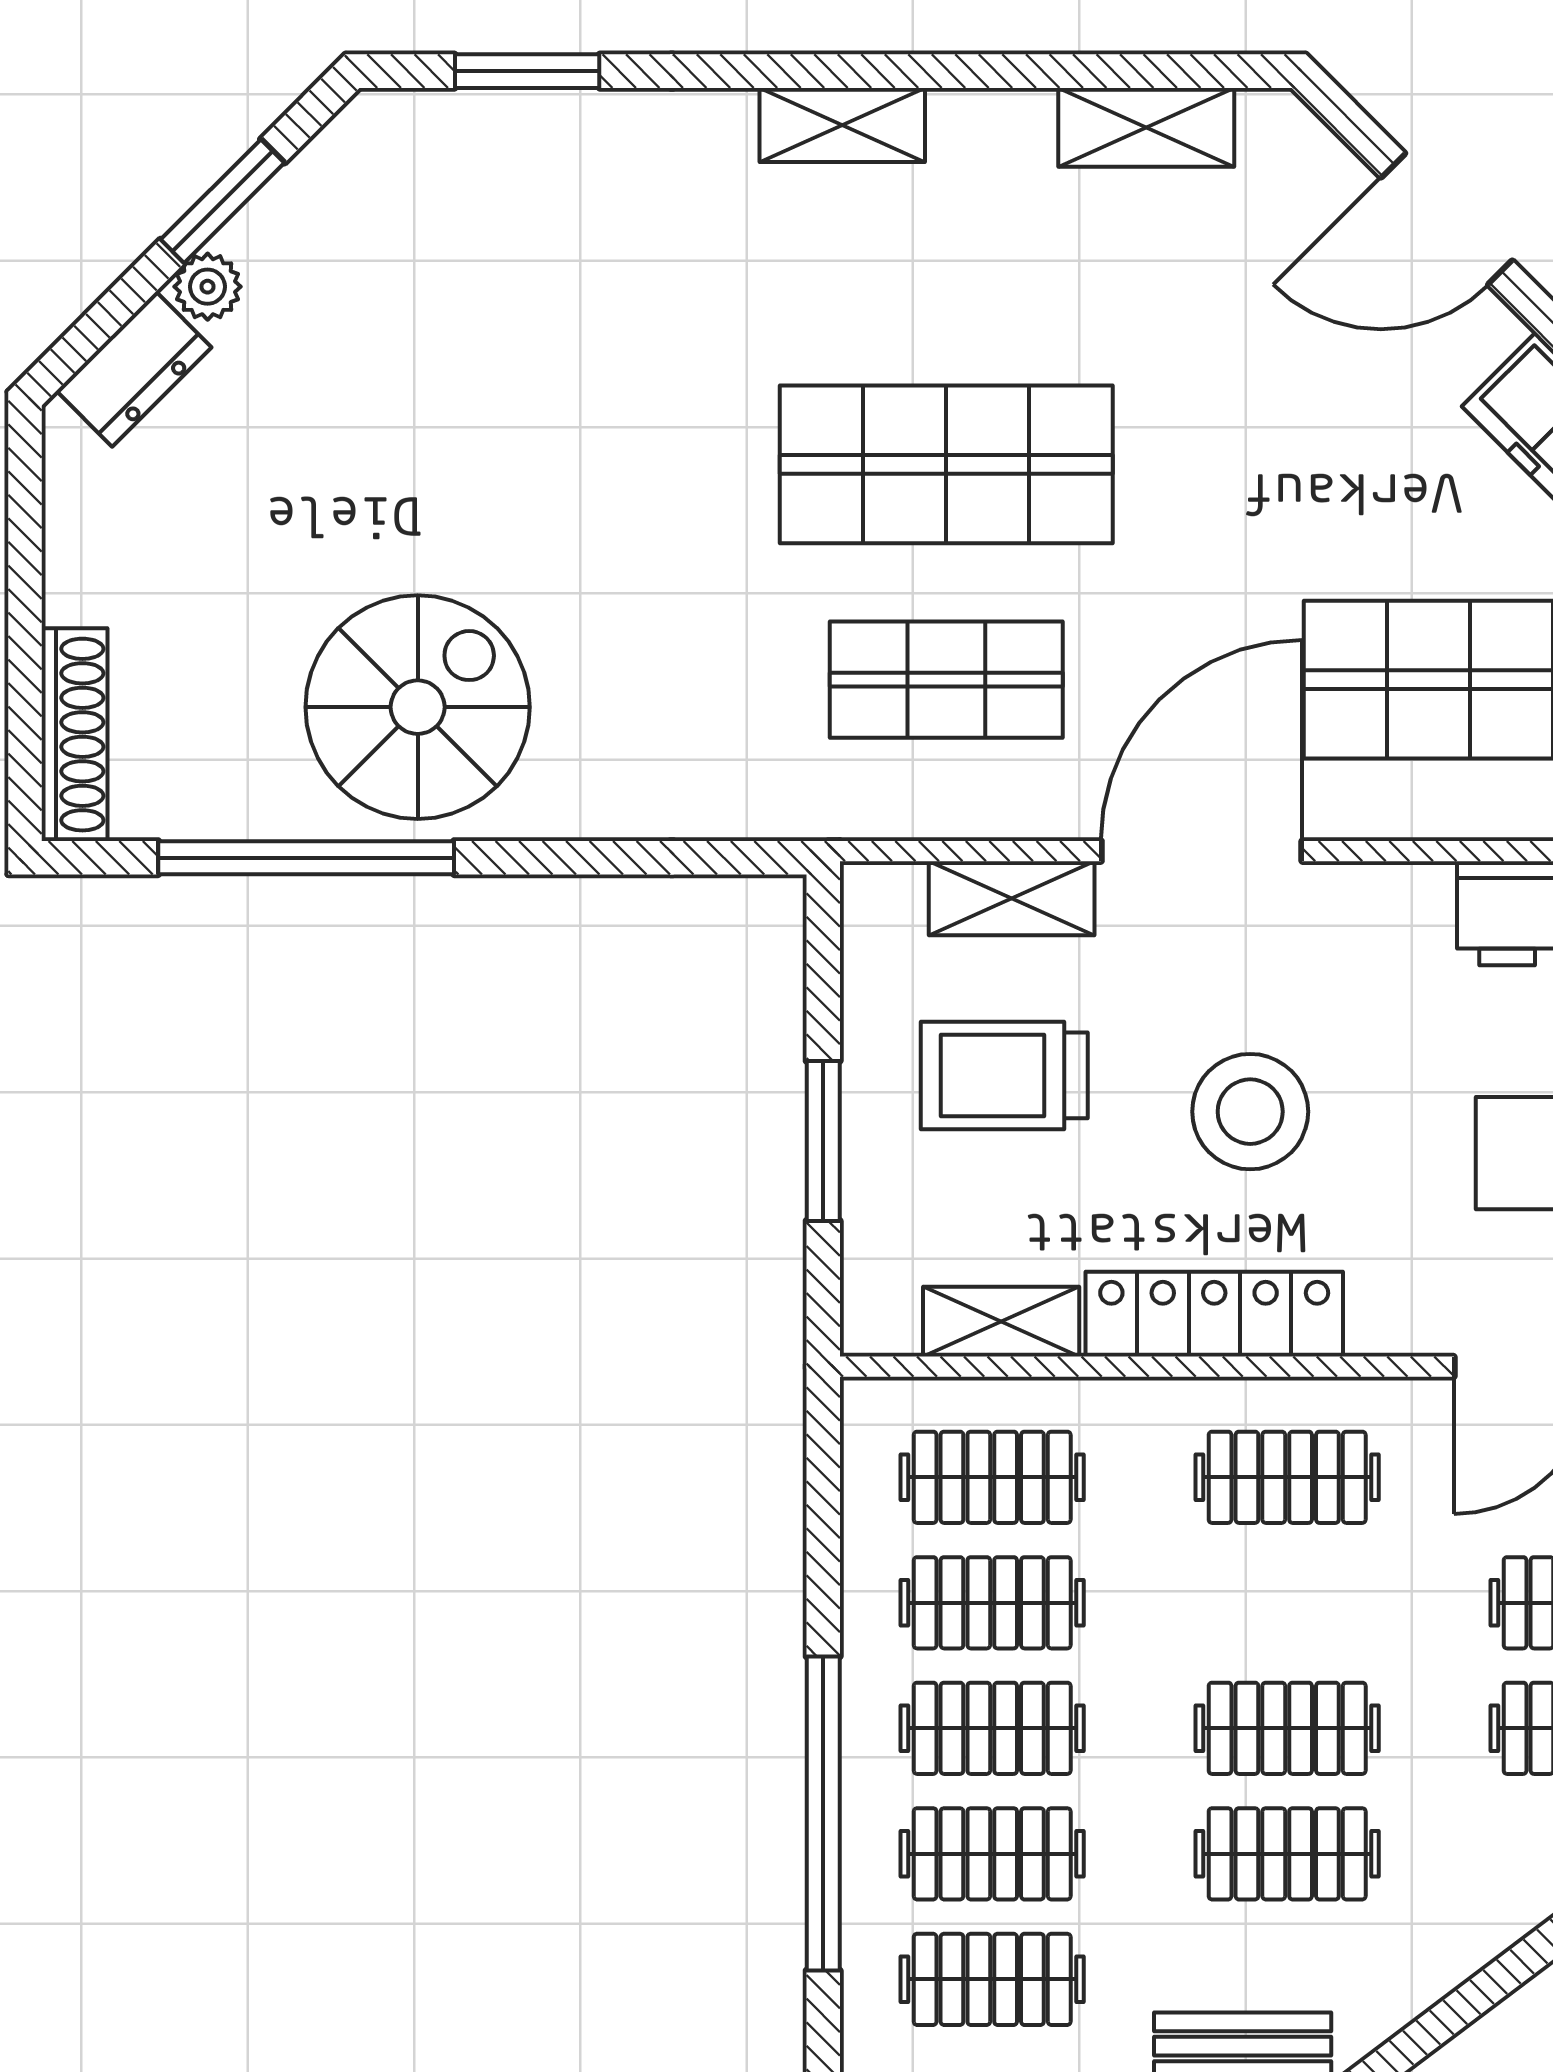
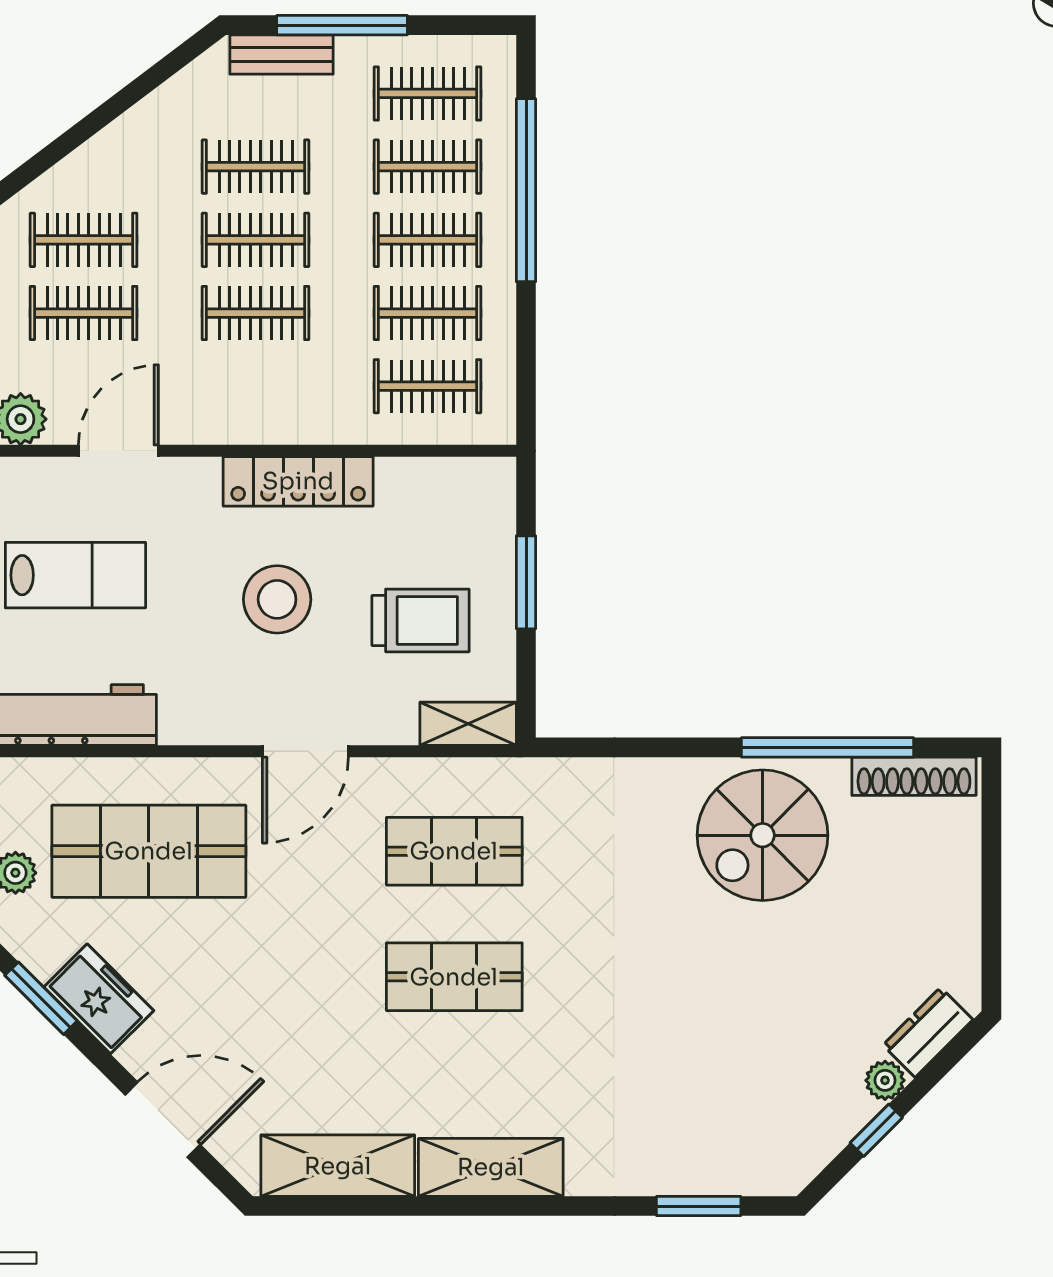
shelving: (842, 125) -> (491, 1167), width x1.50, depth x1.33
shelving: (1146, 127) -> (338, 1166), width x1.50, depth x1.33
window: (222, 201) -> (876, 1130), width x0.67
shop shelf: (946, 464) -> (454, 977), width x0.70, depth x0.74
shoe rack: (74, 735) -> (914, 776), moved, turned -90
door: (1202, 851) -> (305, 751), width x0.73
shelving: (1012, 898) -> (468, 724), moved
shelving: (1001, 1322) -> (422, 477), removed
clothes rail: (1287, 1477) -> (256, 313), moved

